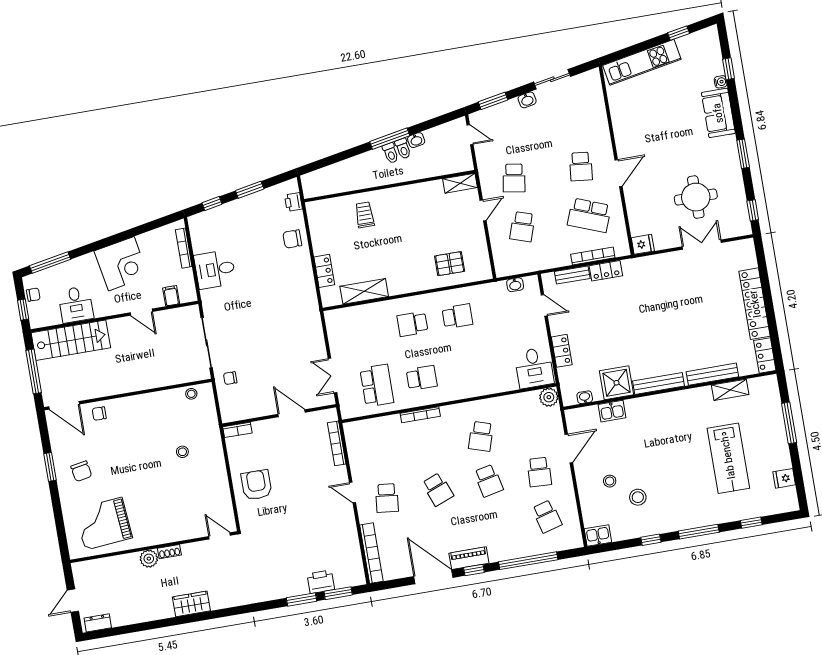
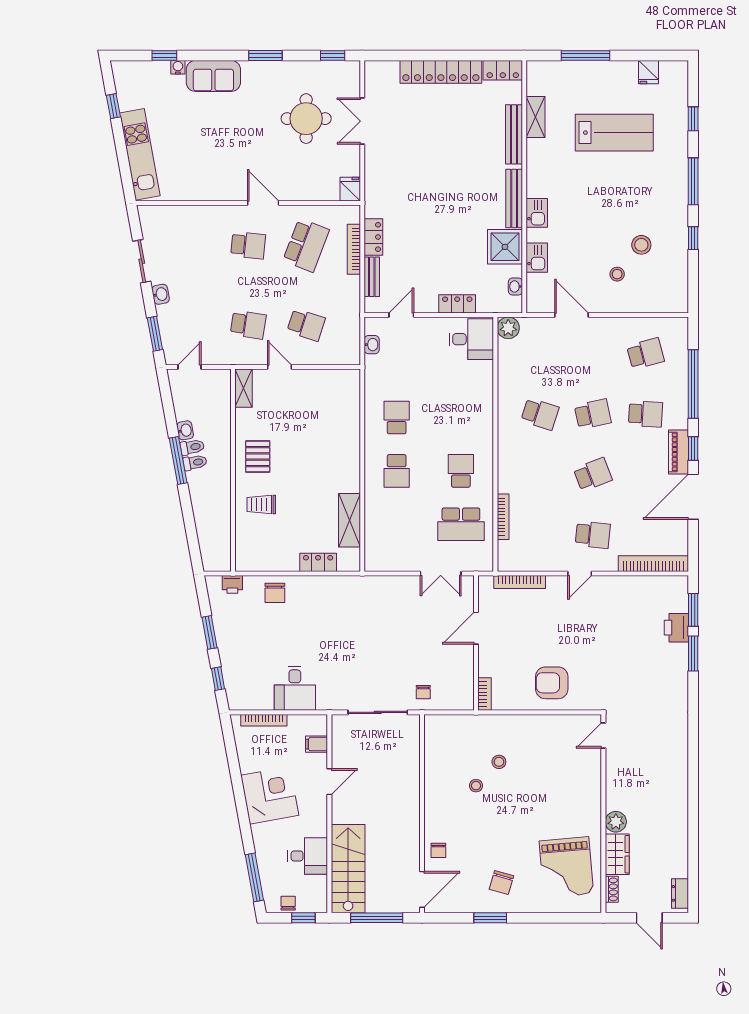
pallet: (450, 264) -> (258, 457), moved
school desk: (377, 386) -> (461, 524), turned 180
stool: (191, 394) -> (476, 786), moved
bookcase: (420, 415) -> (503, 517), moved
chair: (81, 471) -> (501, 883), turned 116
school desk: (539, 472) -> (646, 414), moved
kitchen sink: (598, 536) -> (537, 213), moved, turned 180
shoe rack: (169, 552) -> (612, 889), moved
wardrobe: (191, 604) -> (617, 854), moved, turned 180

